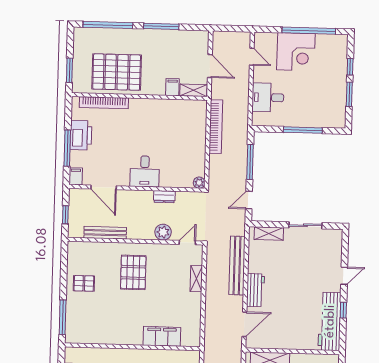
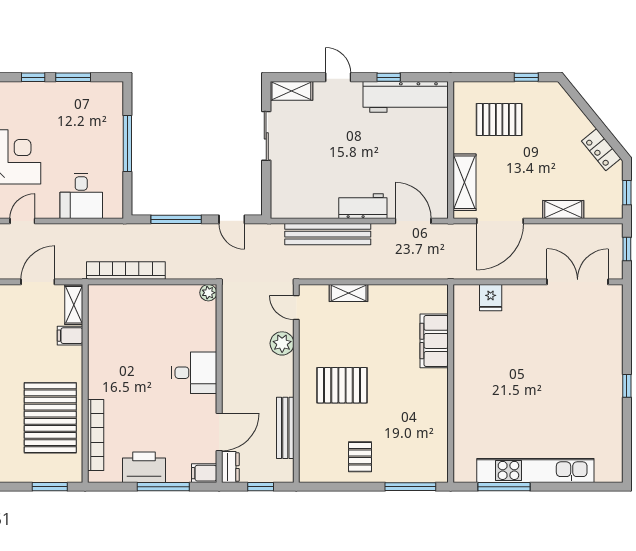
dresser: (164, 197) -> (230, 467), moved
shelving: (269, 234) -> (291, 91), moved, turned 90

